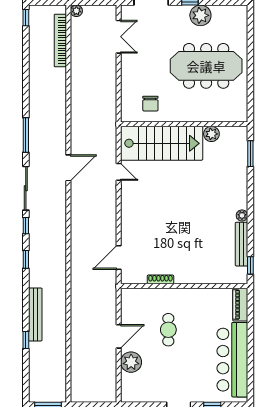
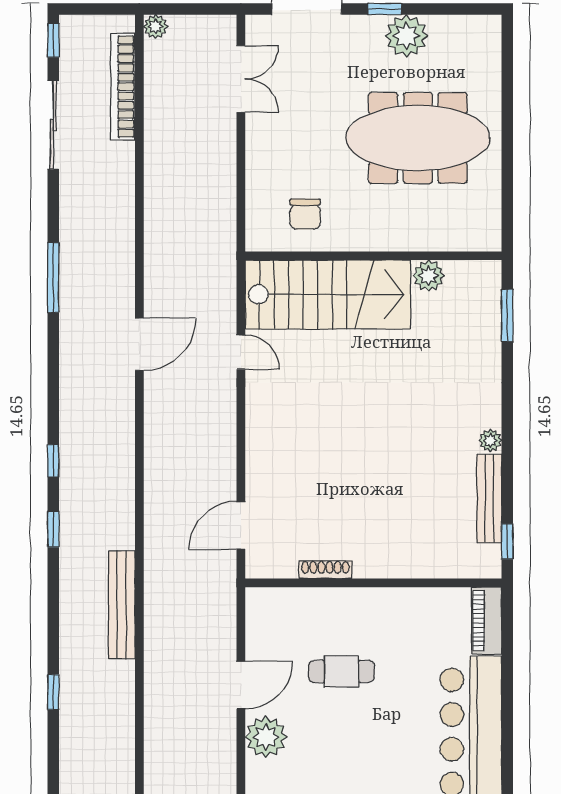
sliding door: (26, 188) -> (53, 125), moved
bench: (35, 314) -> (122, 605), moved
cafe table: (168, 330) -> (341, 671), turned 90

